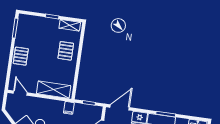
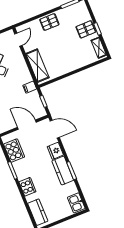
pallet: (66, 51) -> (86, 29), moved

